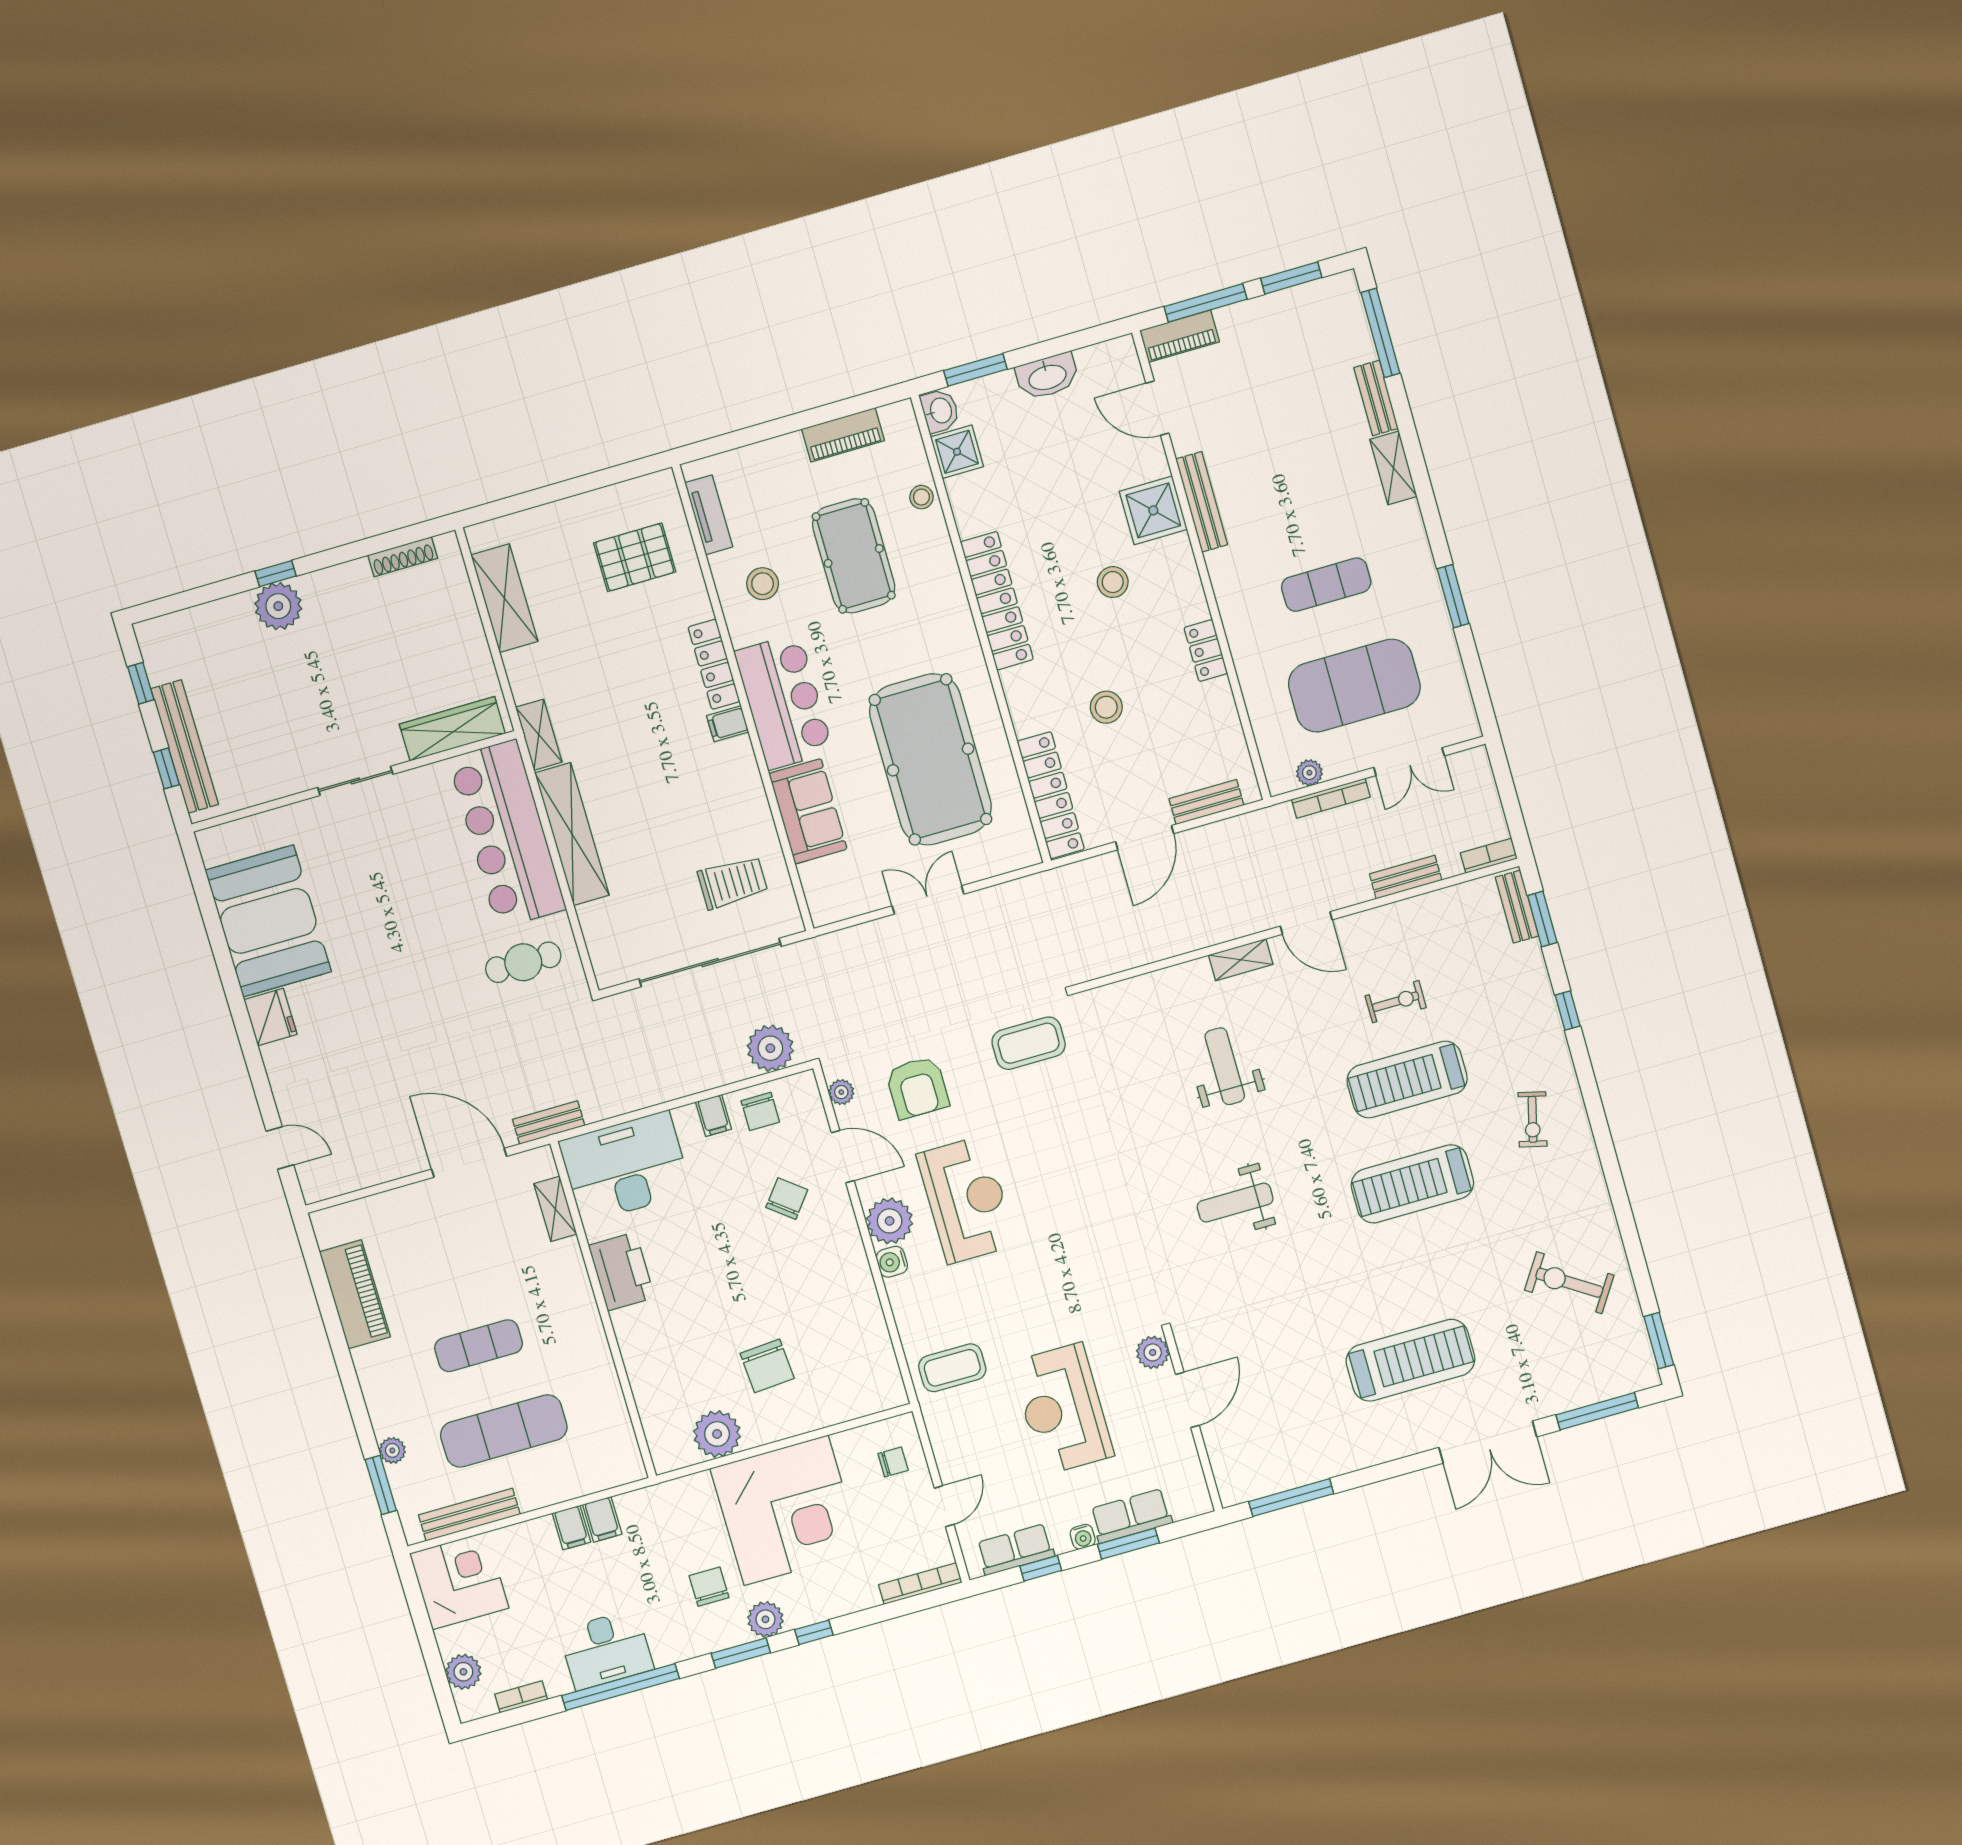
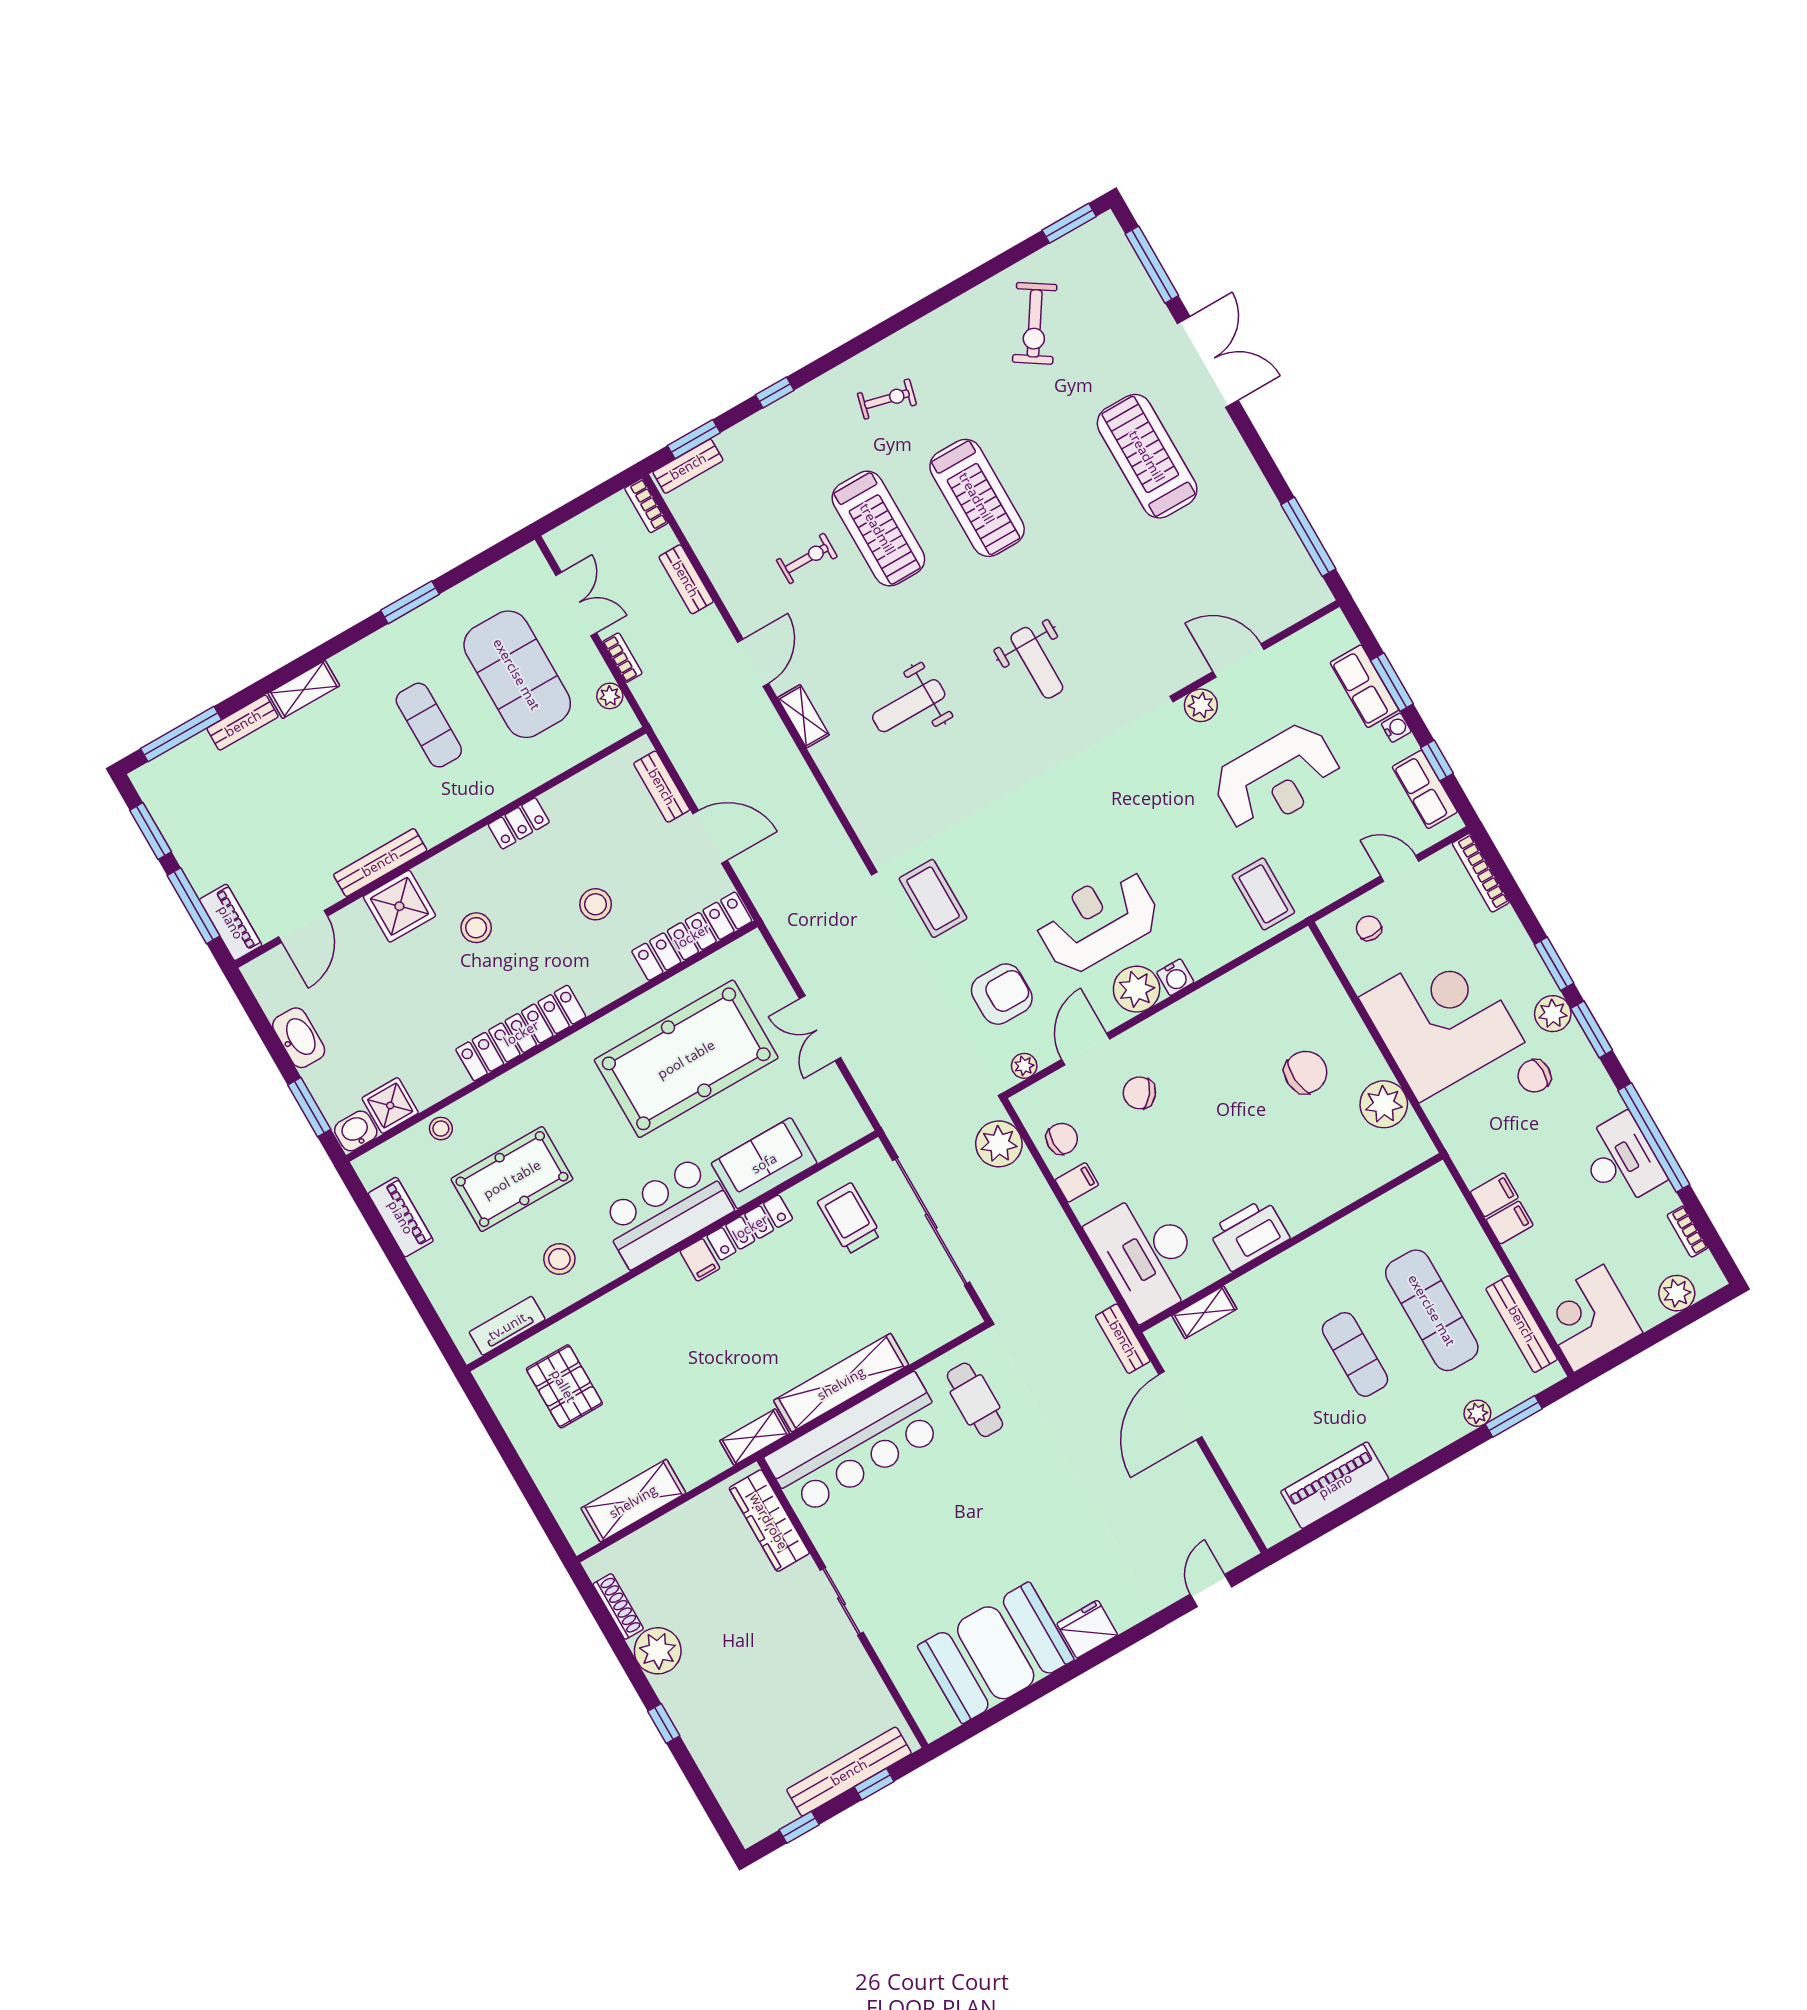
plant: (278, 606) -> (658, 1651), moved
locker: (714, 664) -> (750, 1227), moved
bookcase: (1331, 798) -> (622, 658), width x0.64
exercise bike: (1396, 1002) -> (807, 558), turned 90
window: (814, 1632) -> (1554, 964), width x1.50

